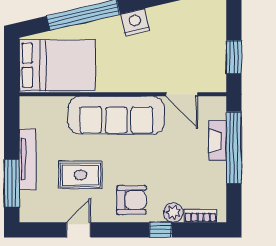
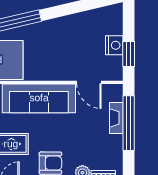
nightstand: (135, 22) -> (114, 45), moved, turned 103

